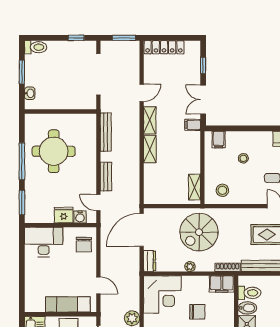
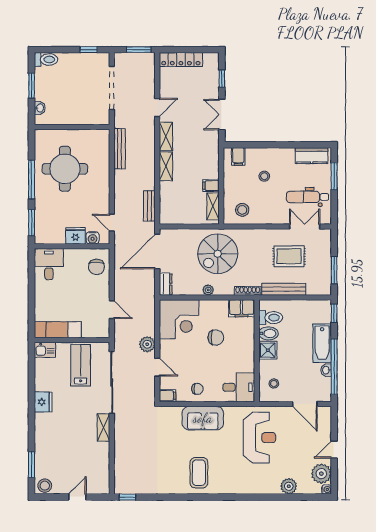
filing cabinet: (193, 125) -> (211, 186), moved
bench: (106, 177) -> (149, 206), moved
desk: (44, 242) -> (49, 264), width x0.73
exam couch: (68, 304) -> (58, 330), moved

